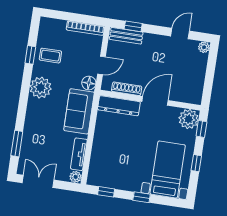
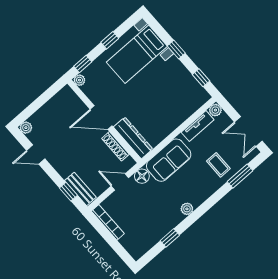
coffee table: (50, 56) -> (218, 165), moved
plant: (41, 88) -> (187, 209), width x0.53, depth x0.53
plant: (189, 119) -> (79, 80), width x0.53, depth x0.53

